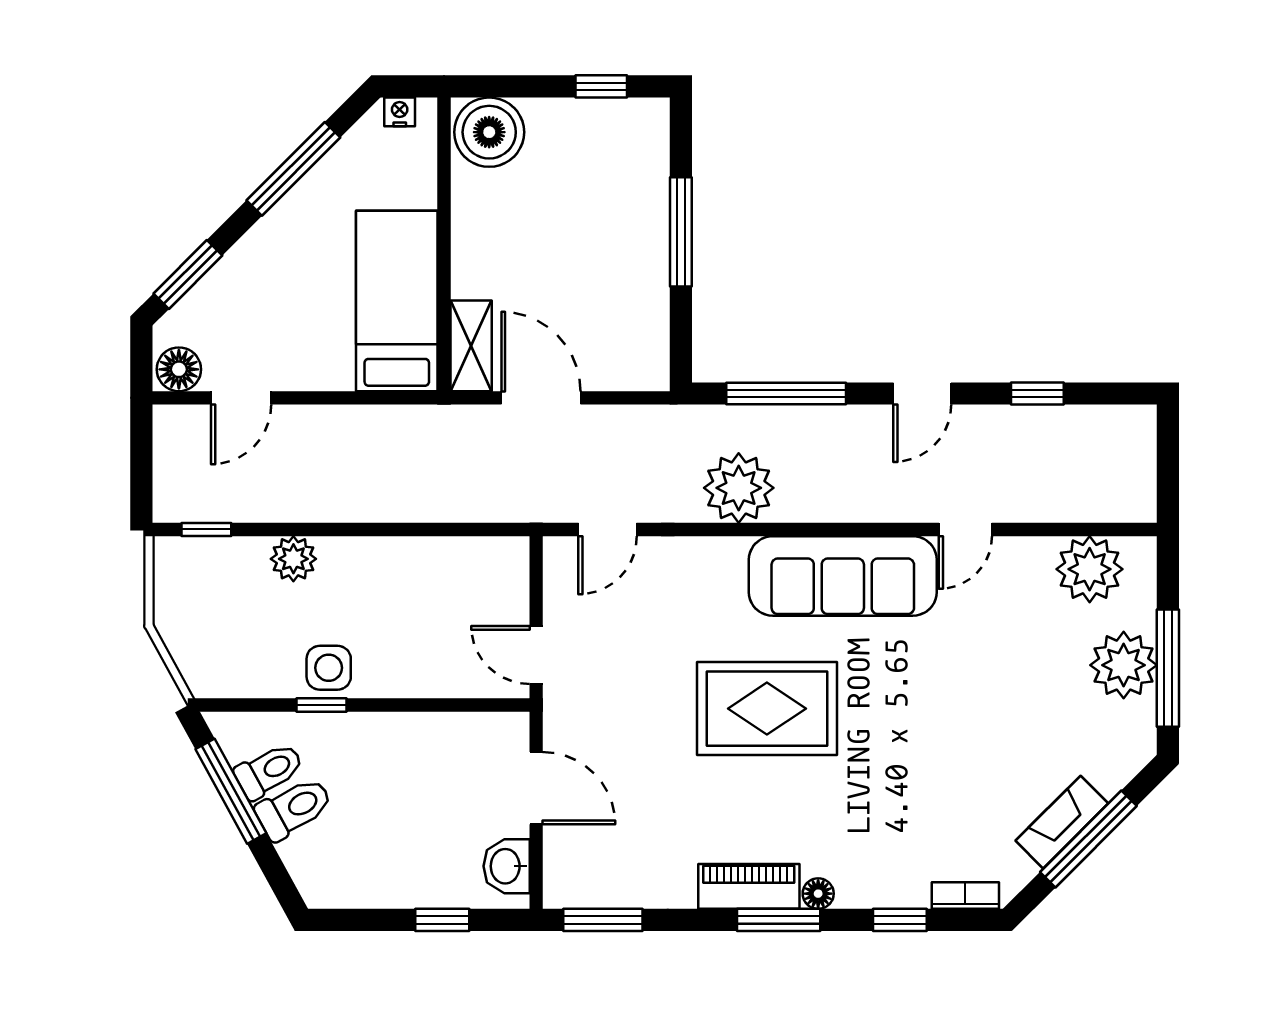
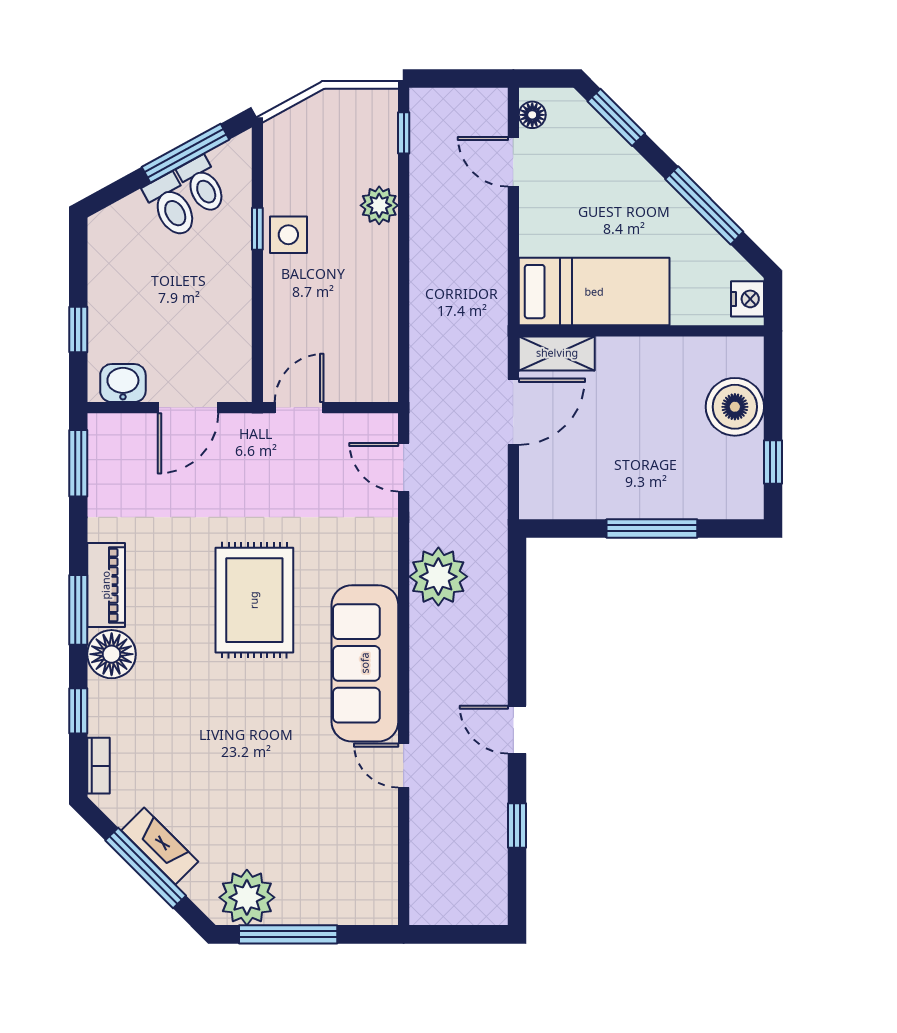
nightstand: (400, 112) -> (748, 299), width x1.39, depth x1.35
boiler: (489, 132) -> (735, 407), moved
floor lamp: (179, 369) -> (532, 115), width x0.73, depth x0.73
window: (786, 393) -> (517, 616), removed
plant: (1090, 569) -> (371, 869), removed
plant: (1124, 665) -> (247, 897), moved
floor lamp: (818, 894) -> (112, 654), width x1.89, depth x1.89

